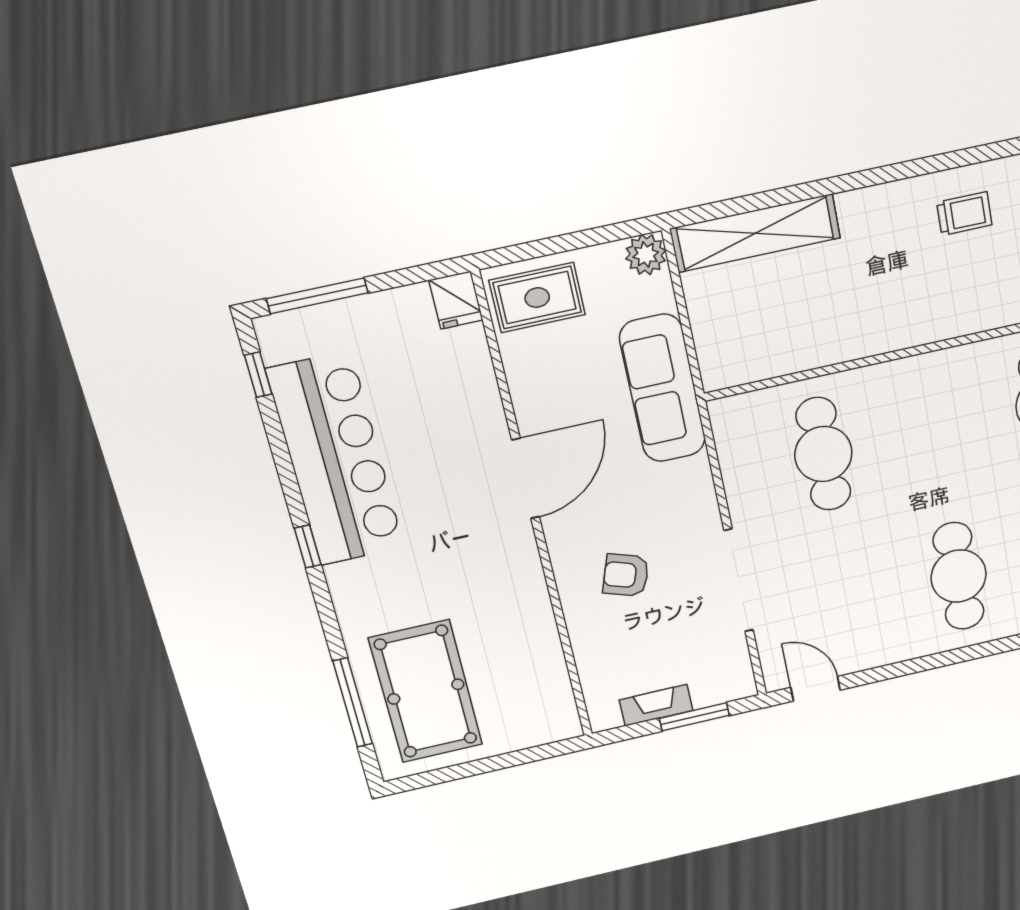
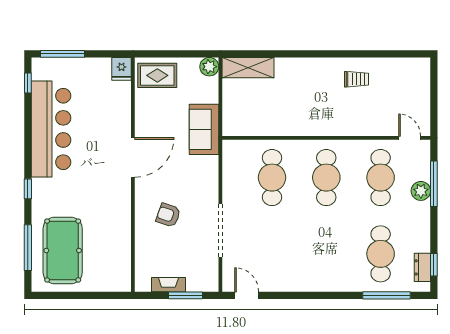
shelving: (755, 233) -> (248, 68), width x0.68
sofa: (663, 388) -> (204, 129), width x0.73
window: (308, 547) -> (28, 189), moved
cafe table: (959, 576) -> (326, 178), moved

